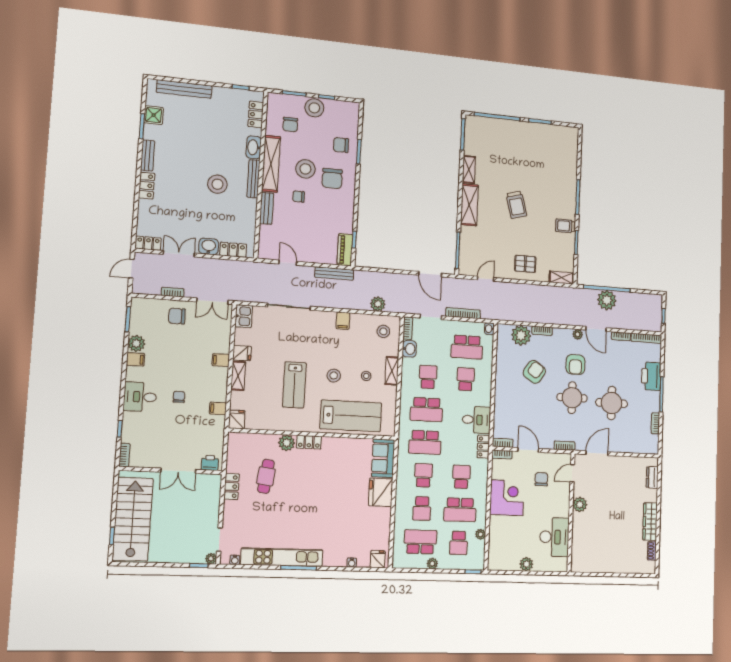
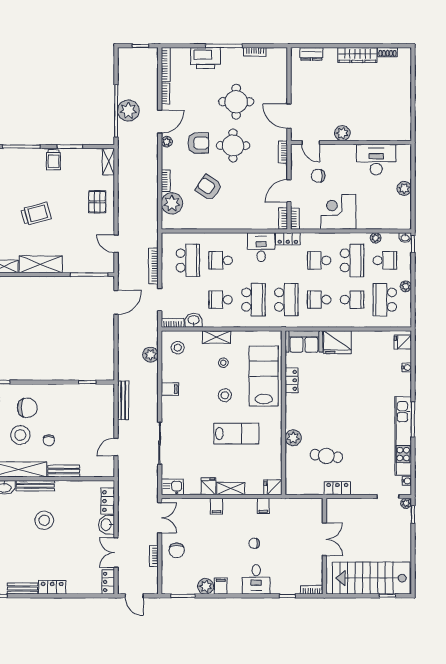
piano: (345, 250) -> (98, 391), removed
washbasin: (489, 329) -> (405, 238), moved
locker: (309, 442) -> (292, 380), moved
printer: (210, 463) -> (316, 510), removed

